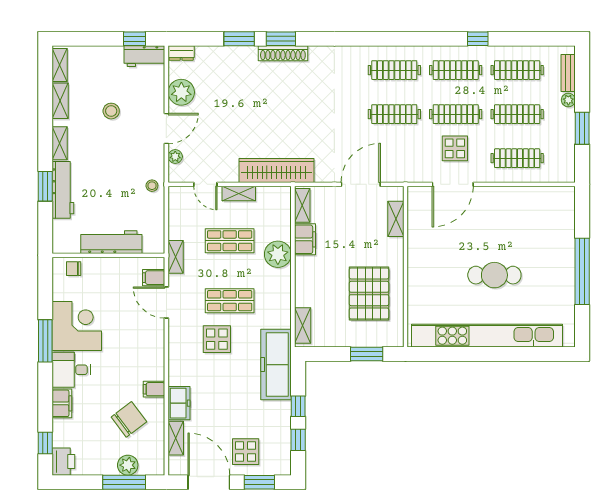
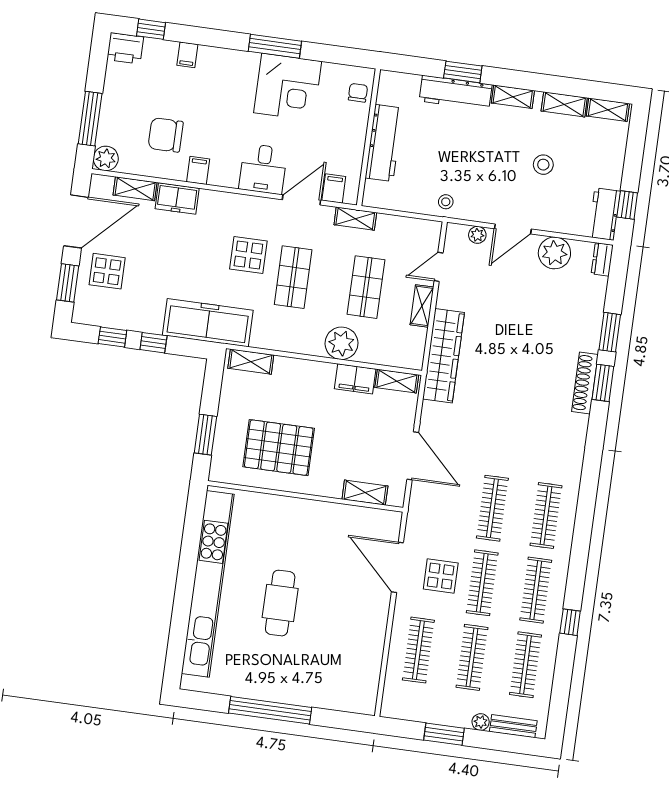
door: (166, 128) -> (513, 229), hinge flipped
desk: (71, 370) -> (263, 169), moved, turned 180
filing cabinet: (62, 403) -> (187, 55), width x0.50
chair: (129, 419) -> (166, 135), turned 127
plant: (128, 465) -> (106, 158), moved

